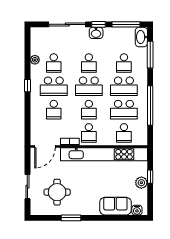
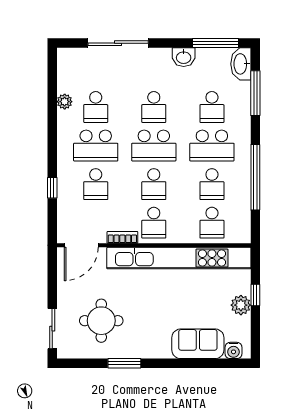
window: (98, 24) -> (170, 43), removed
washbasin: (96, 33) -> (184, 57), moved
window: (27, 86) -> (52, 188), moved
school desk: (124, 110) -> (212, 184), width x0.54
sliding door: (27, 187) -> (52, 329), moved

